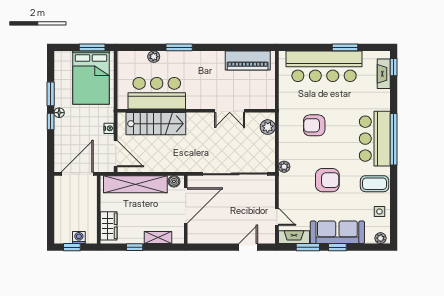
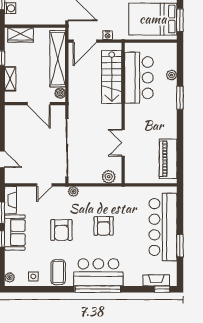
armchair: (314, 125) -> (104, 226), moved, turned 180
door: (186, 205) -> (39, 104), width x0.73
door: (277, 217) -> (44, 185), moved
sofa: (337, 232) -> (15, 233), width x0.73

